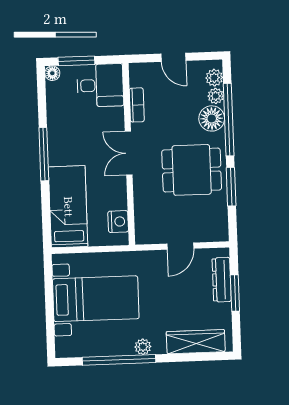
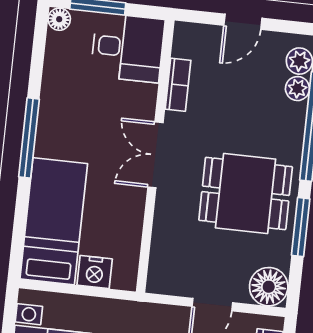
door: (173, 57) -> (243, 22), hinge flipped
floor lamp: (212, 118) -> (269, 287), moved
nightstand: (118, 222) -> (95, 272), moved, turned 90

